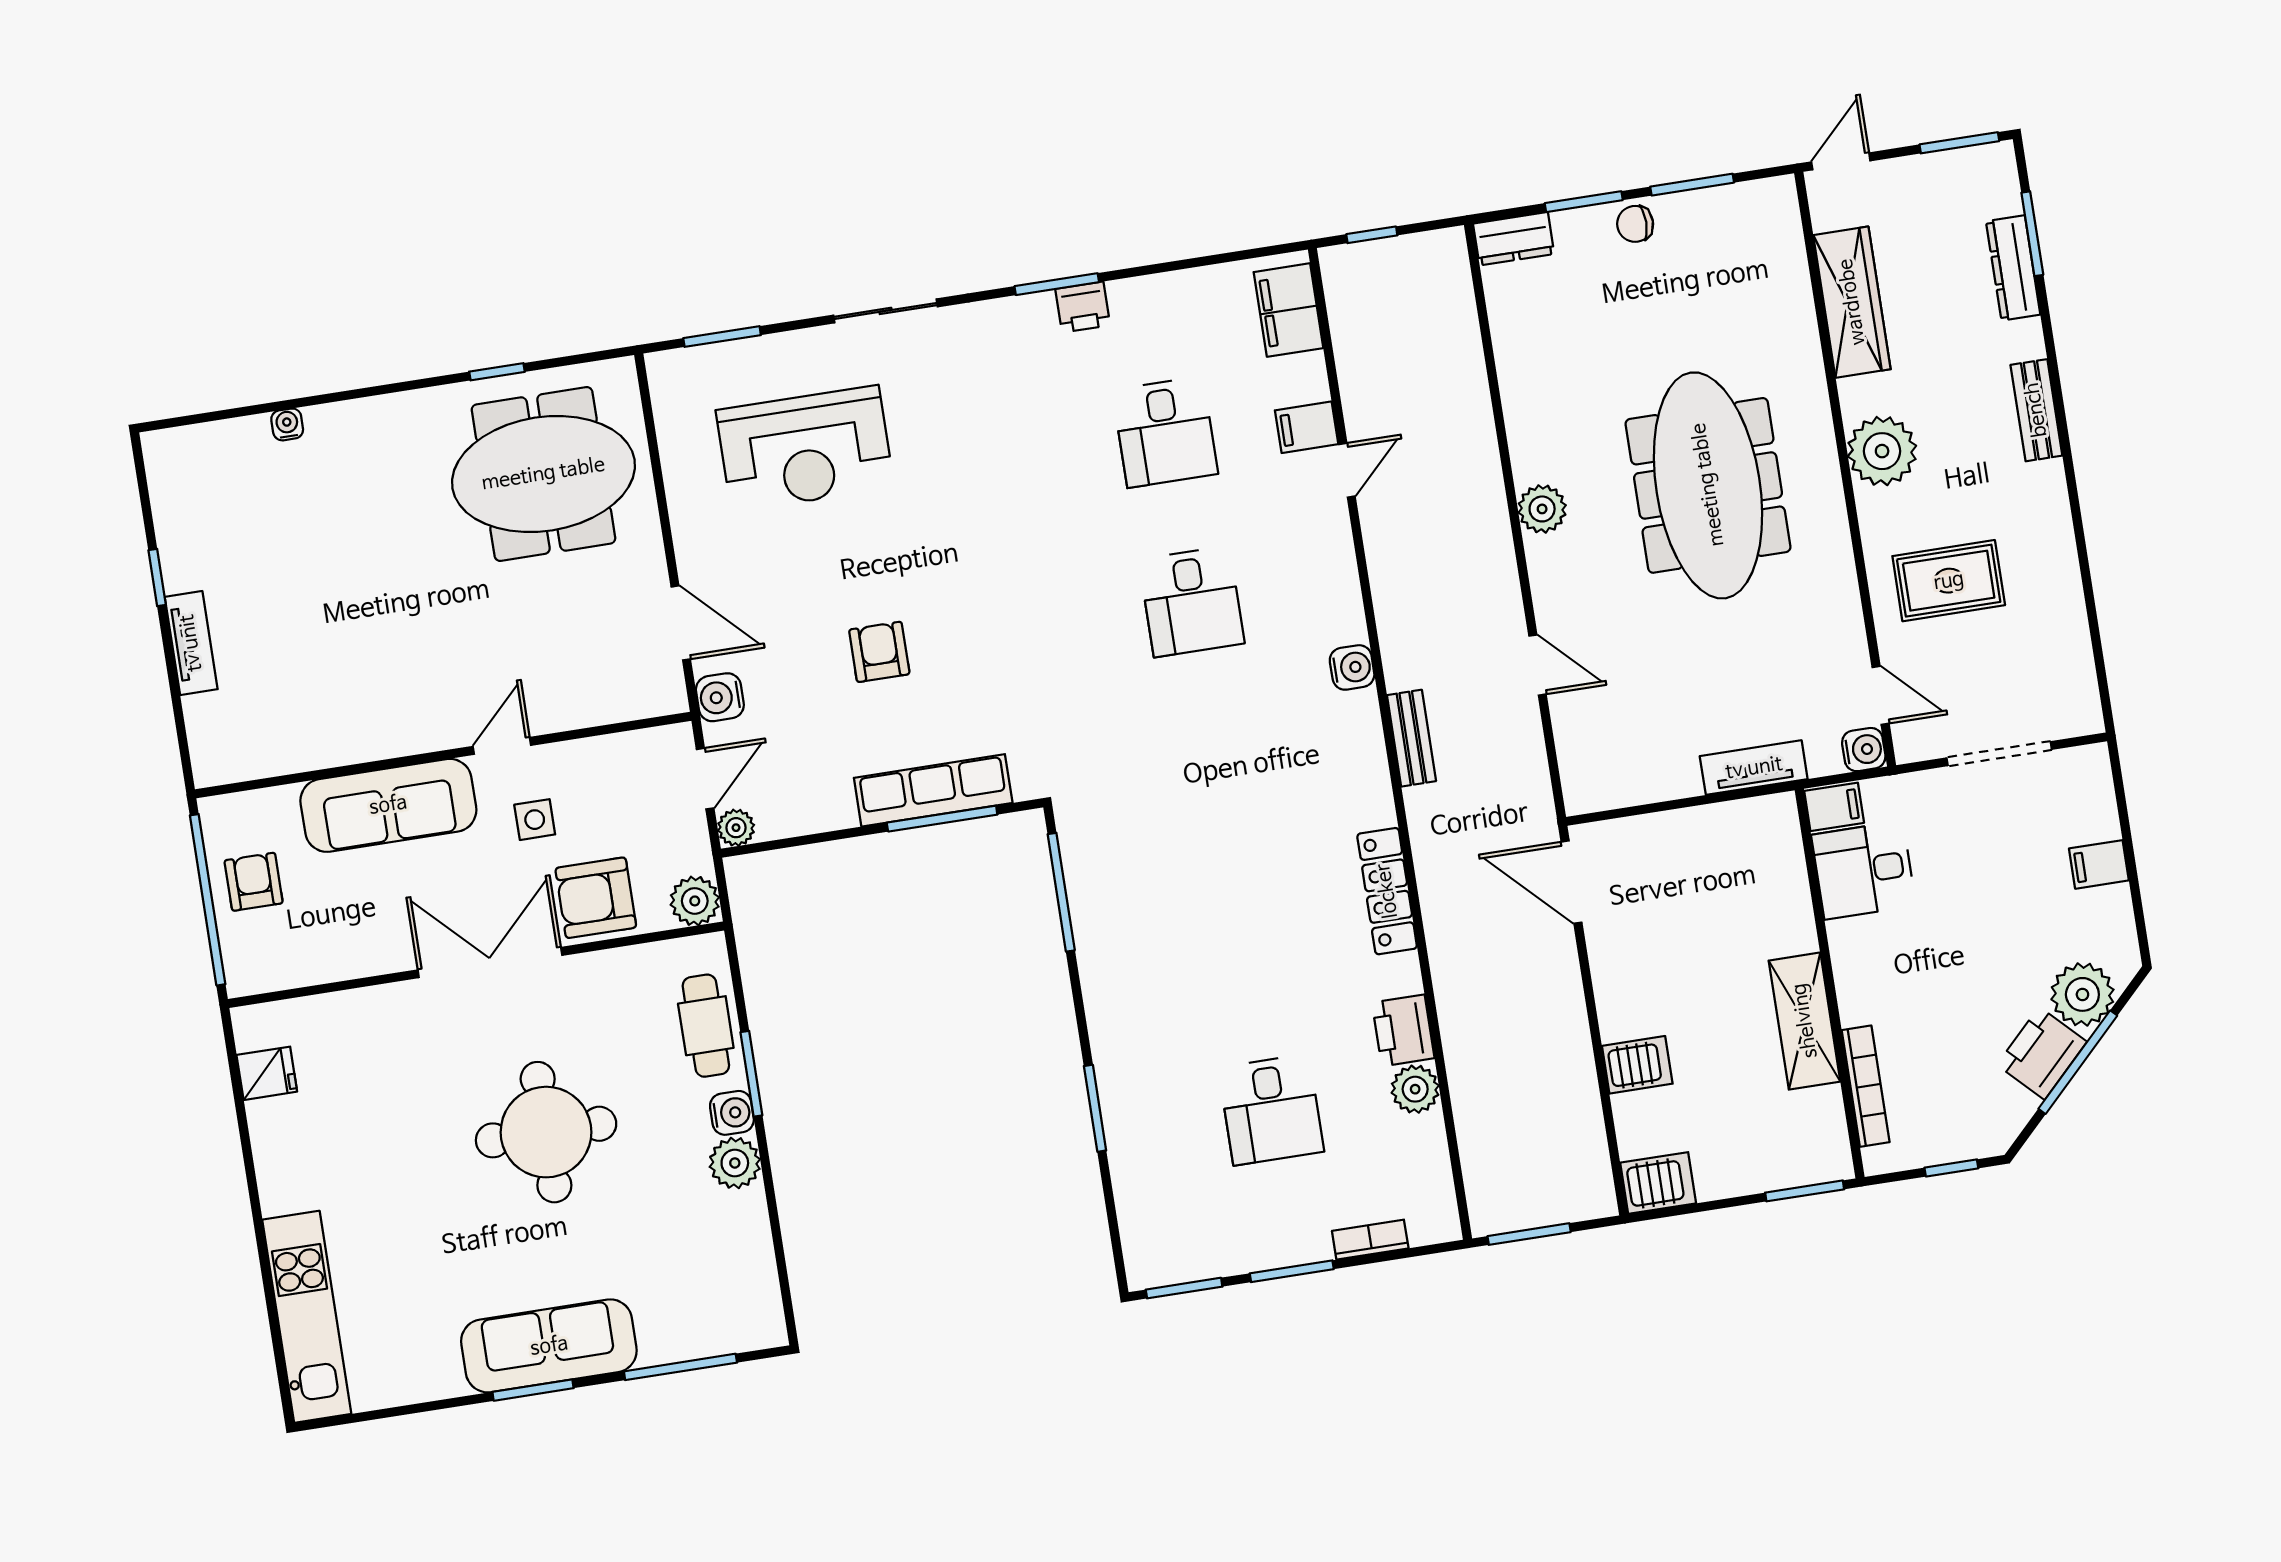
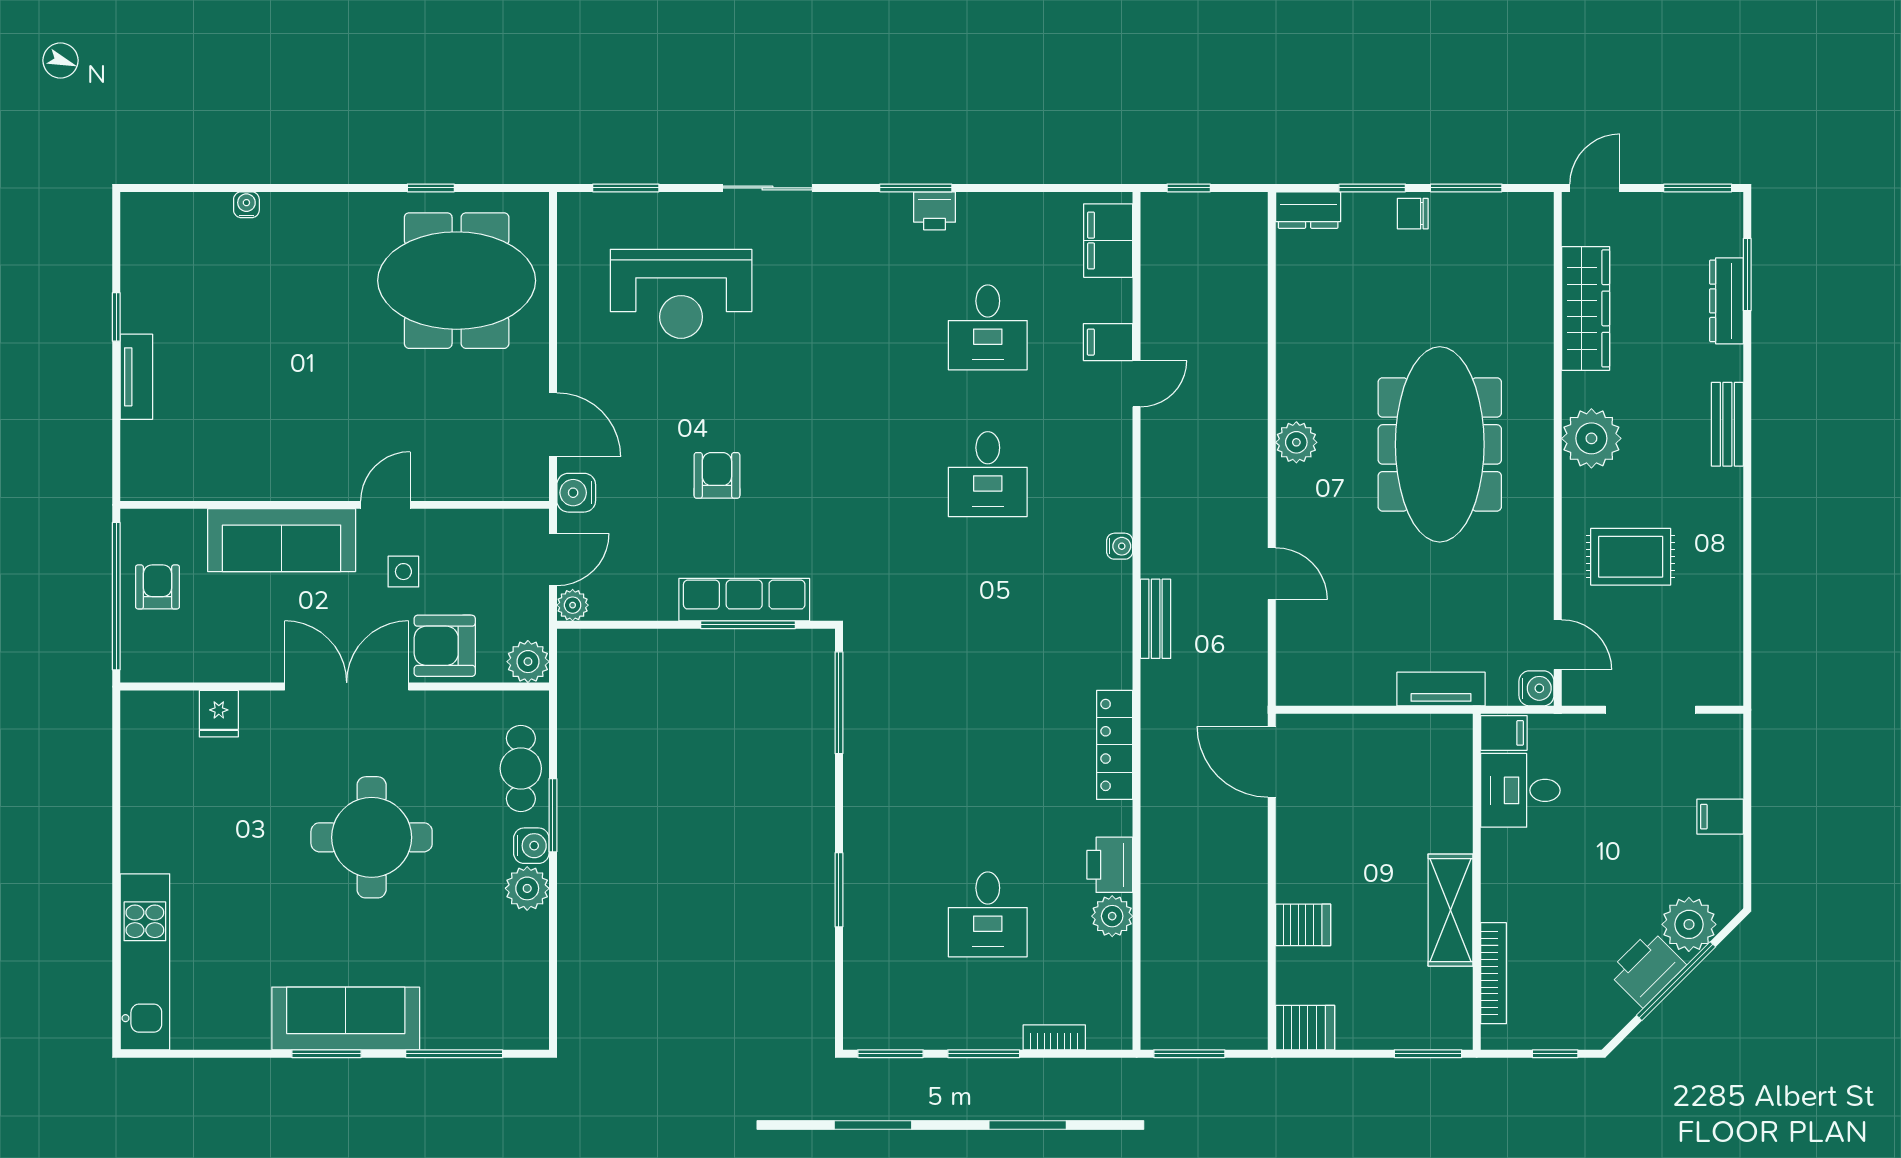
water cooler: (1352, 667) -> (1120, 546), width x0.72, depth x0.72
fridge: (267, 1073) -> (219, 714), moved, turned 90

